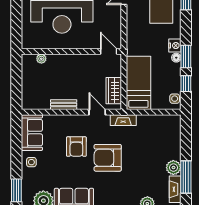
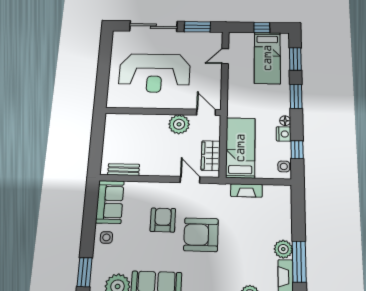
nightstand: (175, 46) -> (284, 134), moved
window: (186, 56) -> (296, 96), moved
plant: (41, 59) -> (179, 124), moved, width x1.88, depth x1.88
bench: (64, 105) -> (124, 170), moved
fireplace: (123, 120) -> (246, 190), moved
armchair: (76, 147) -> (163, 220), turned 180

